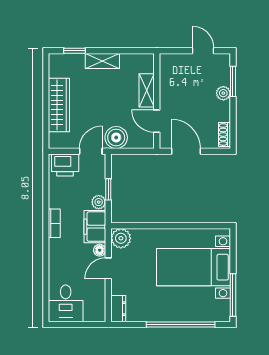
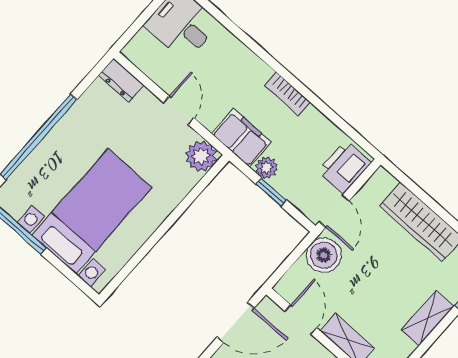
door: (157, 121) -> (301, 320), hinge flipped
floor lamp: (100, 250) -> (209, 119), removed

